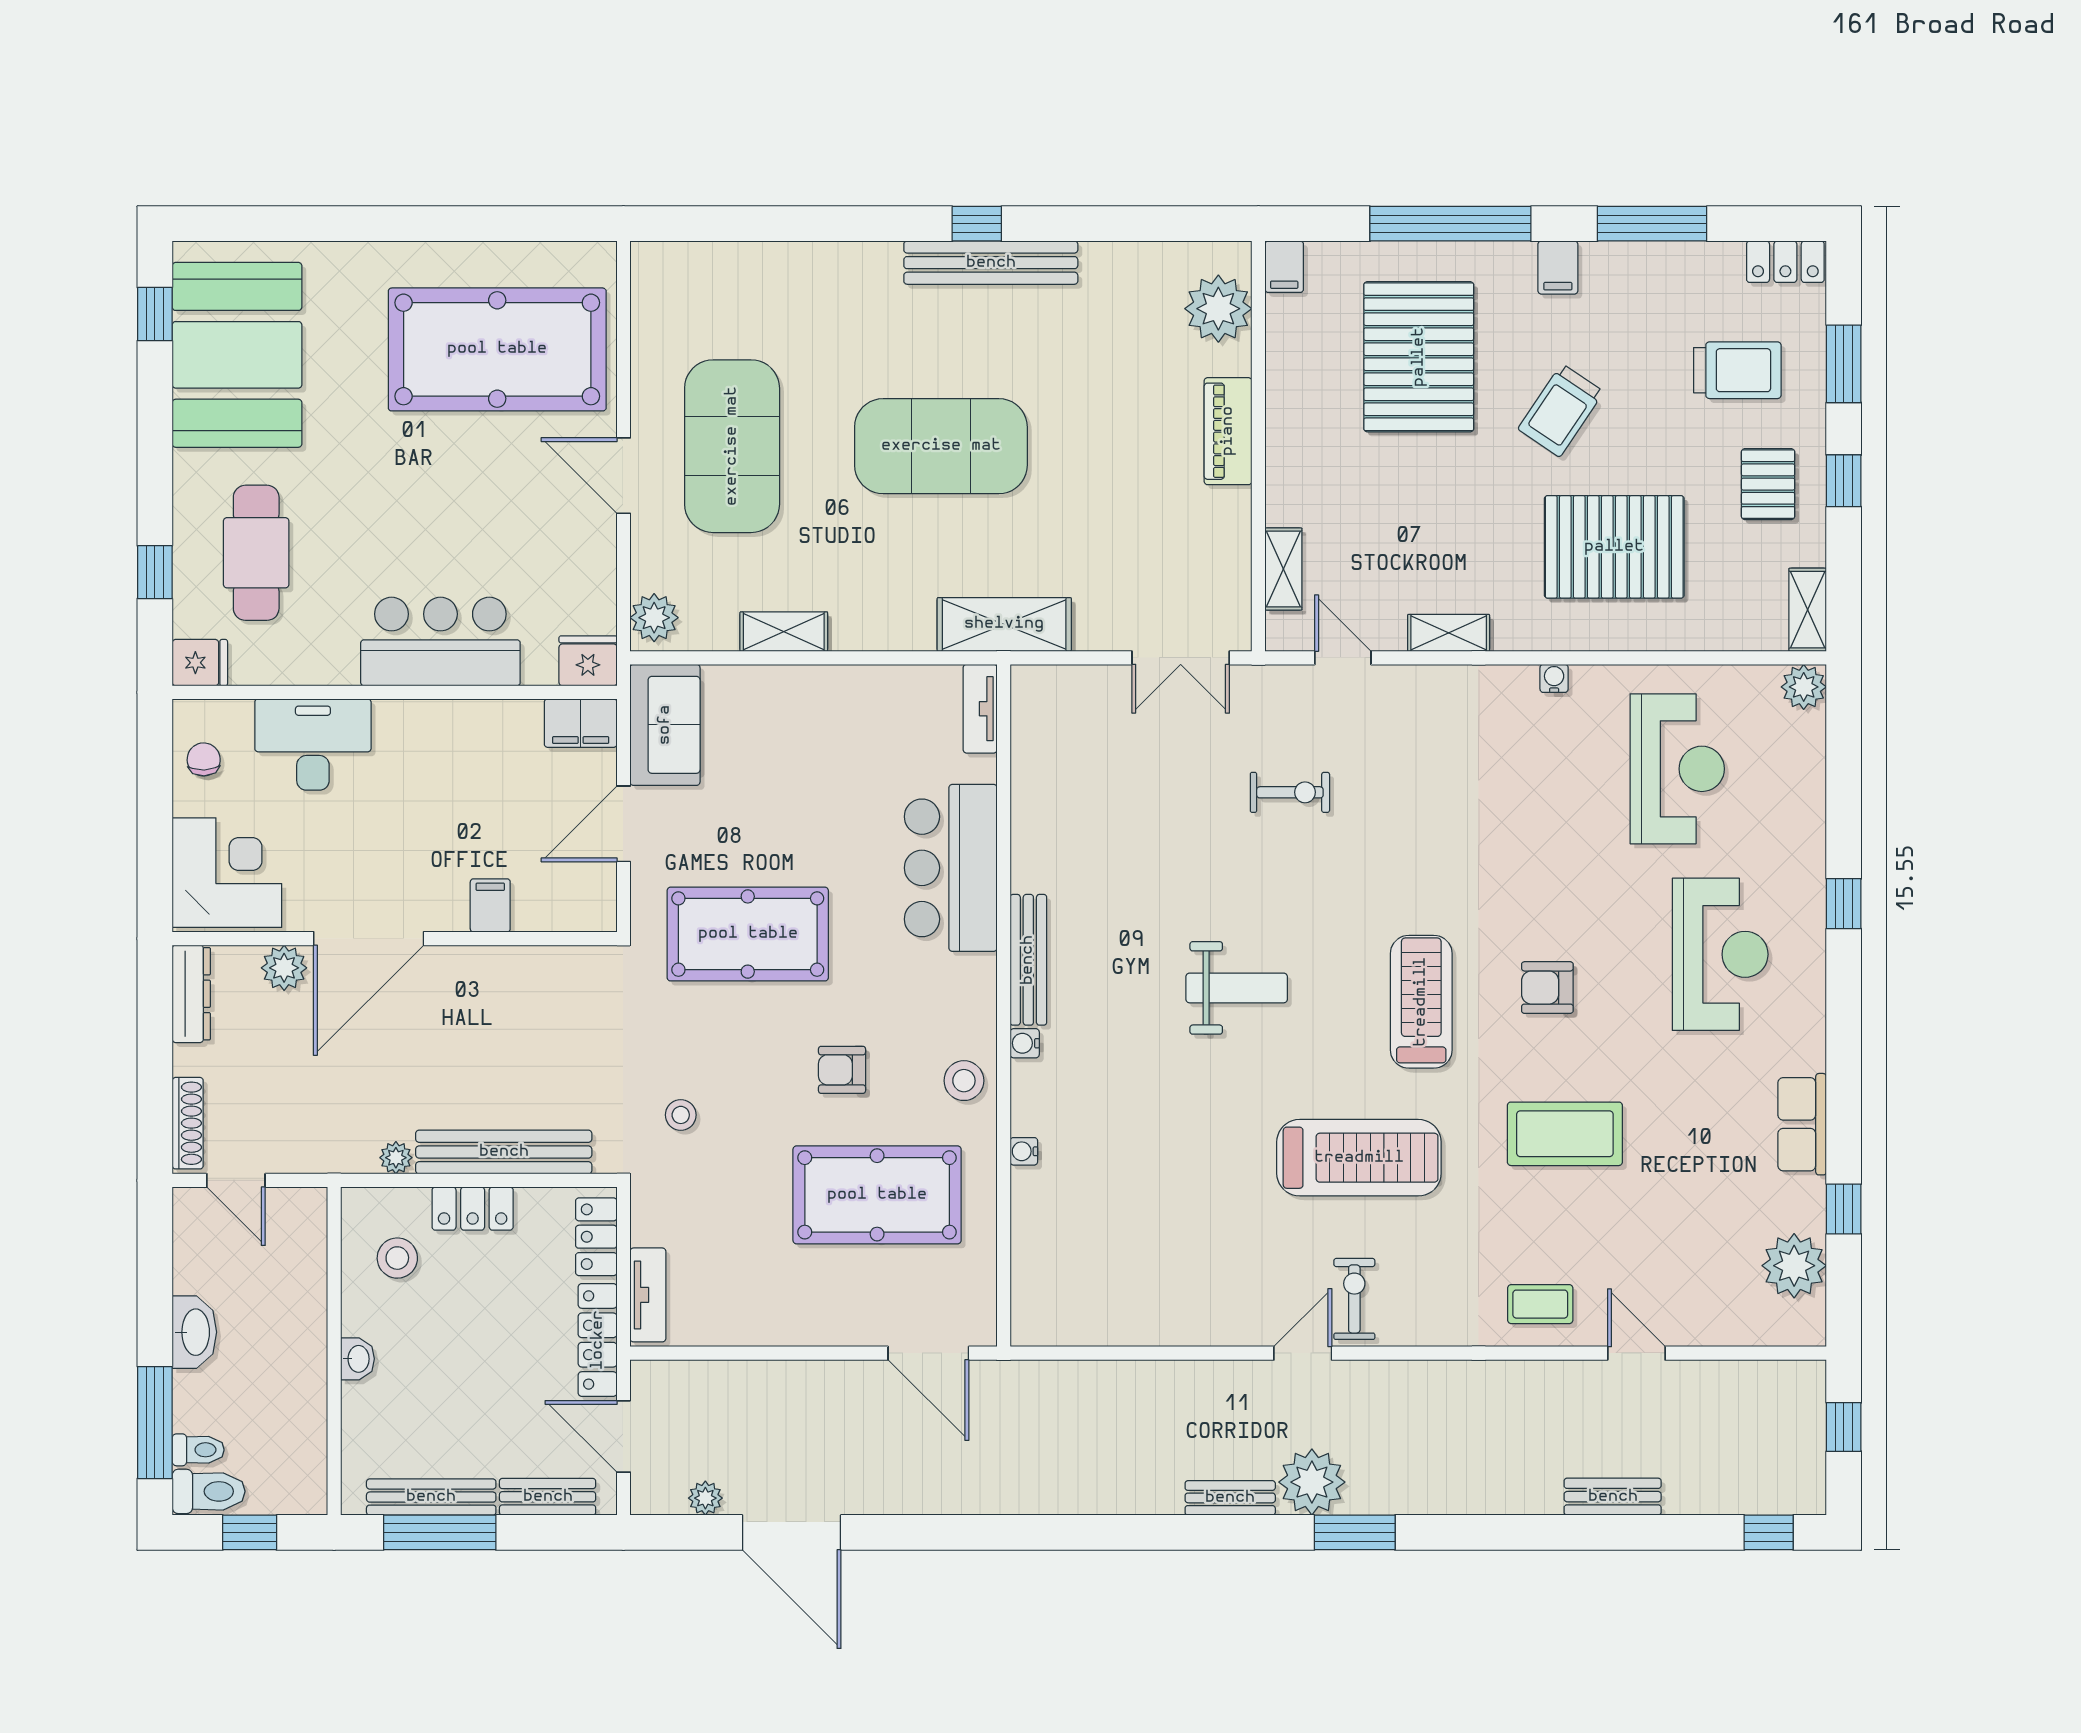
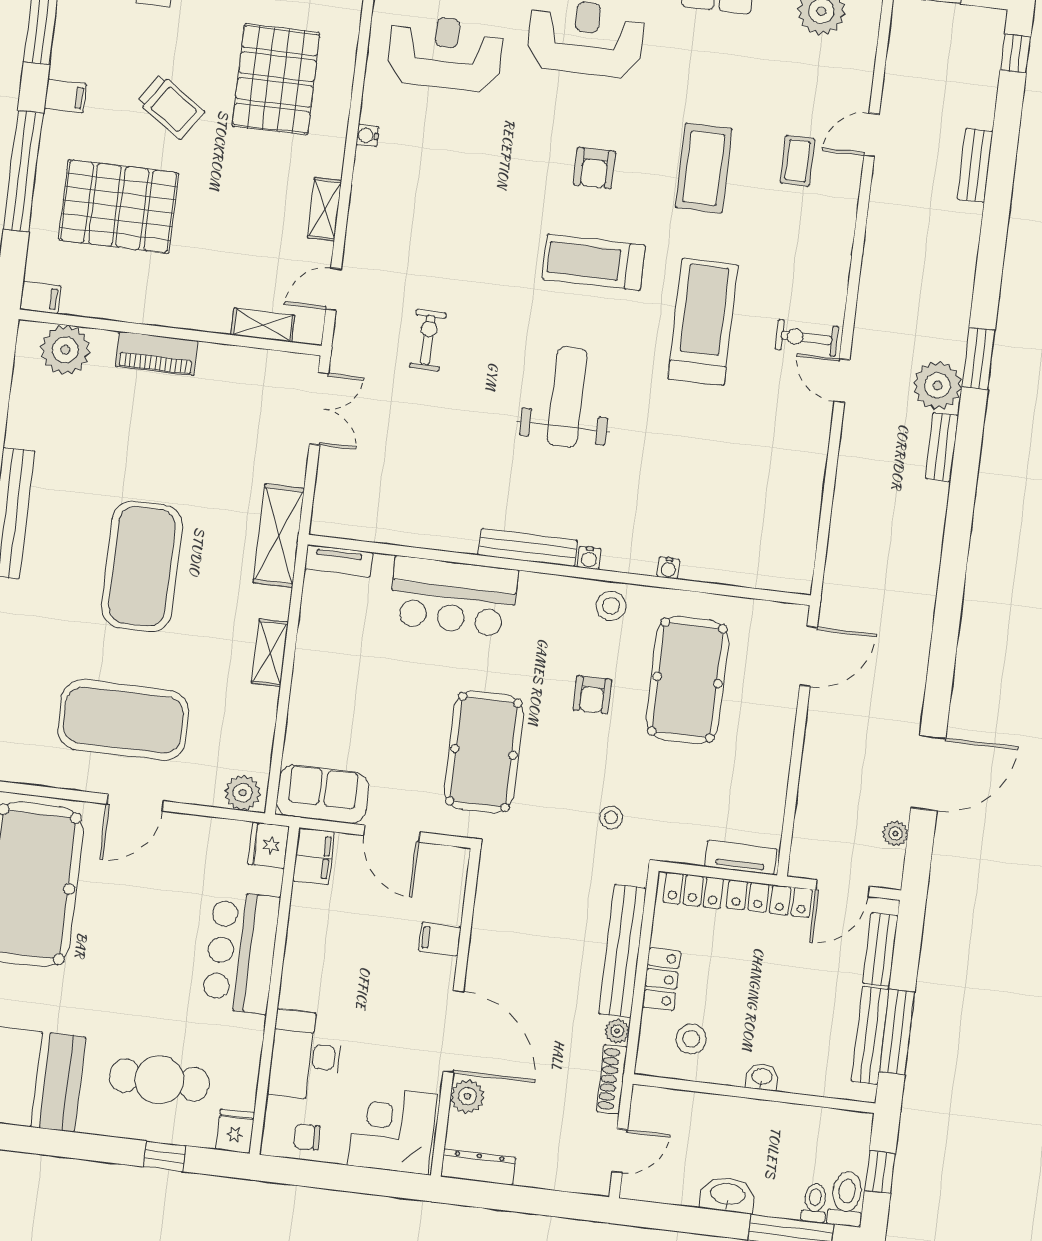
shelving: (784, 632) -> (270, 653), moved
weight bench: (1237, 988) -> (567, 397), width x1.36, depth x1.33
shoe rack: (188, 1123) -> (612, 1079), moved, turned -90
coffee table: (1540, 1304) -> (798, 161), moved

